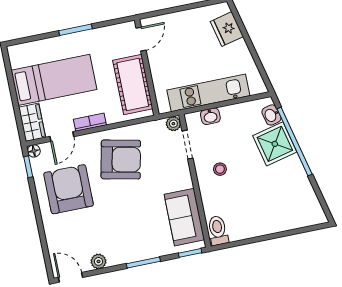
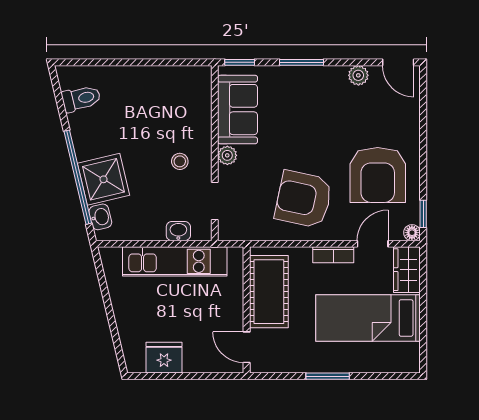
fridge: (227, 29) -> (164, 358), moved, turned -77
door: (141, 39) -> (247, 347), hinge flipped
plant: (173, 124) -> (227, 155), moved
toilet: (218, 230) -> (81, 99), moved, turned -103

